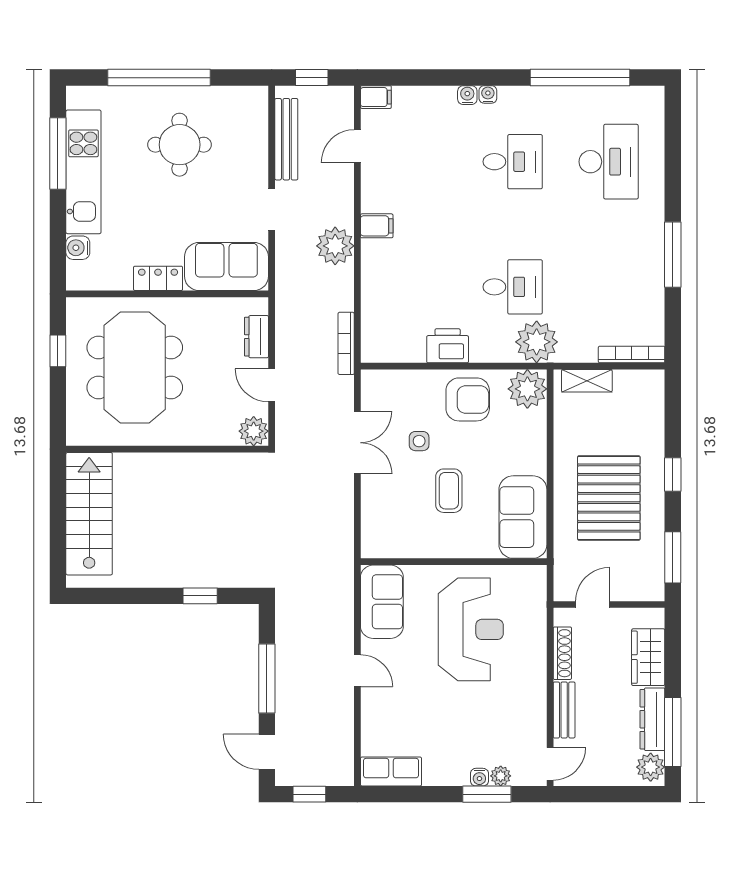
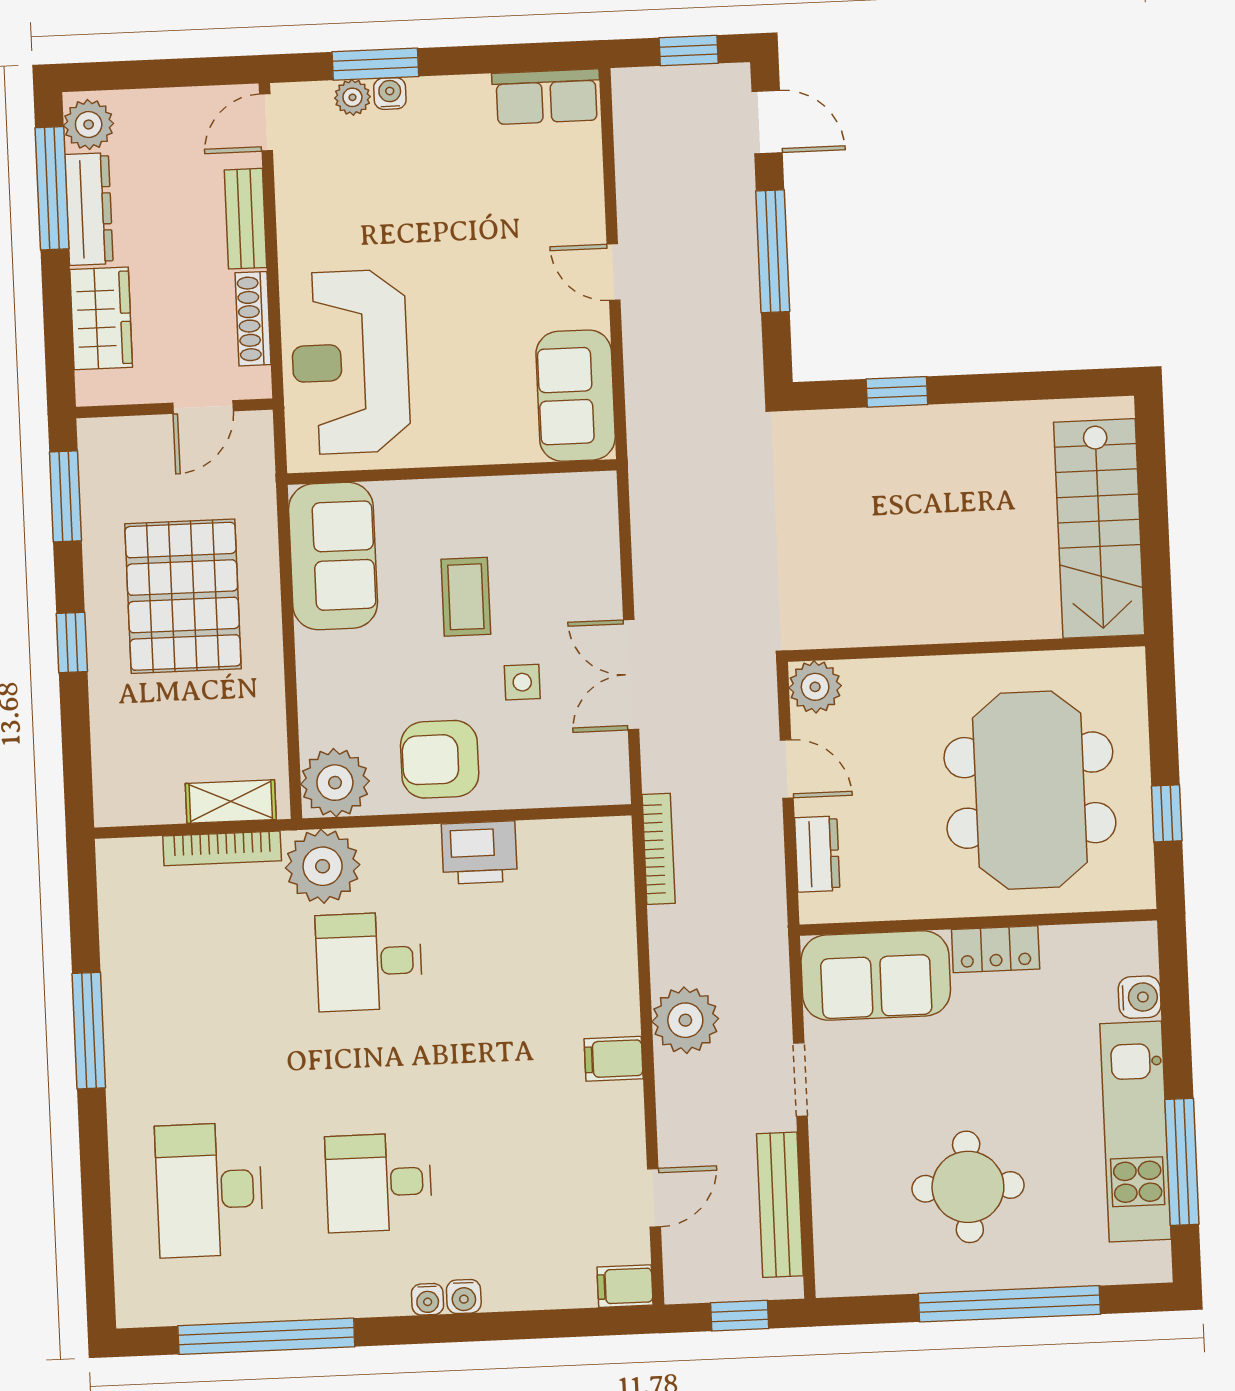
bookcase: (632, 354) -> (222, 848), moved
reception desk: (471, 629) -> (350, 362), moved

